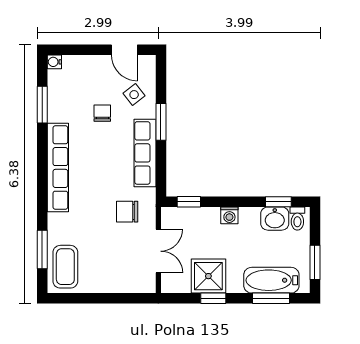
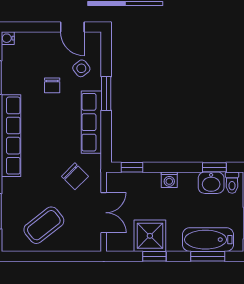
chair: (102, 113) -> (52, 85), turned 180
chair: (127, 212) -> (75, 176), turned -135
coffee table: (65, 267) -> (44, 225), moved, turned 52

